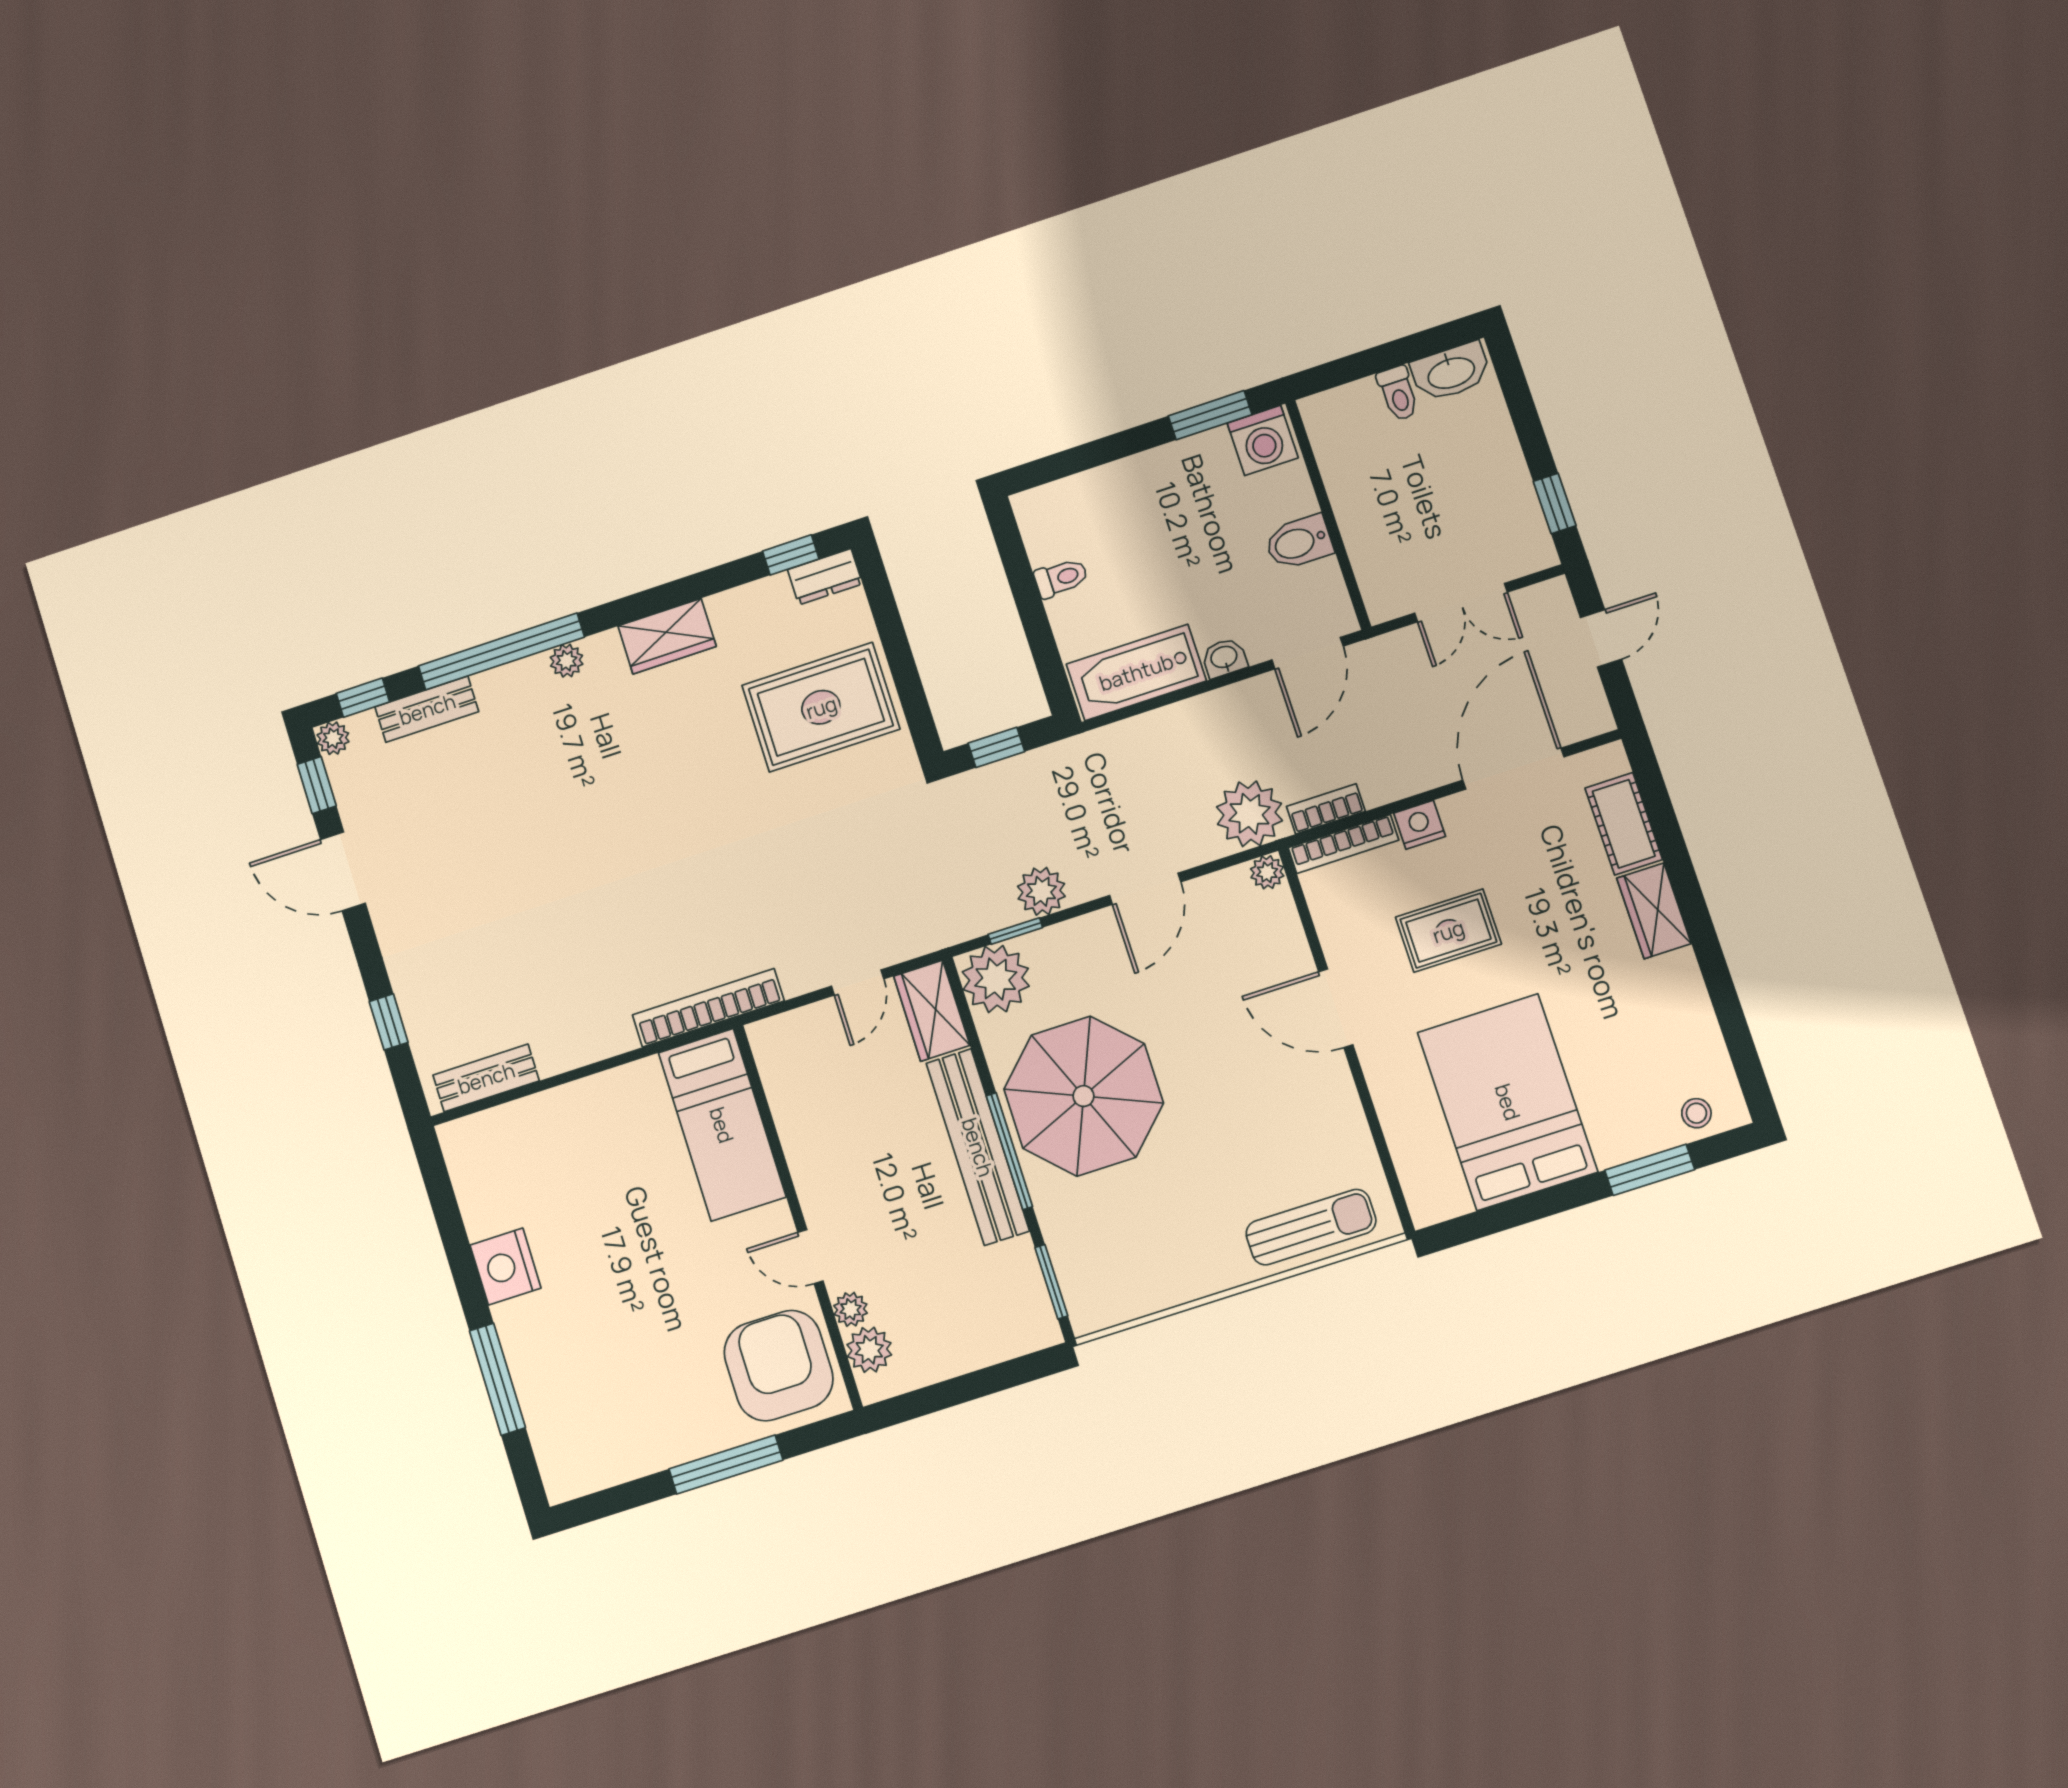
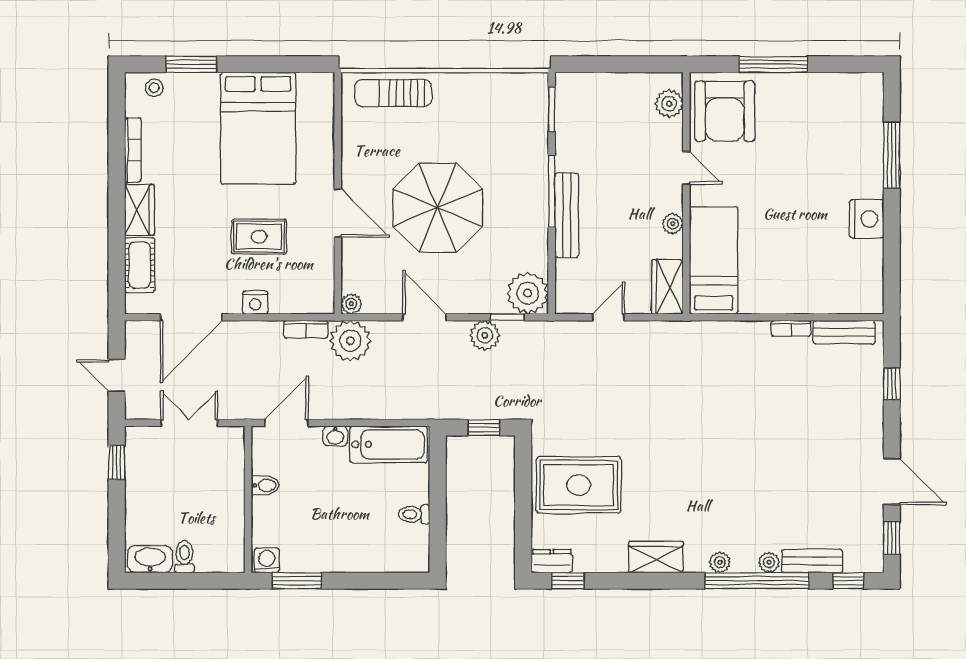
washing machine: (1263, 440) -> (267, 560), width x0.73, depth x0.73
bidet: (1299, 542) -> (265, 485), width x0.72, depth x0.74
door: (1601, 638) -> (117, 376), hinge flipped
plant: (333, 738) -> (769, 562), moved
bookcase: (1343, 844) -> (133, 150), moved, turned 90
door: (1145, 889) -> (424, 317), hinge flipped
bookcase: (708, 1008) -> (791, 328), moved, width x0.43, depth x0.76
wardrobe: (932, 1011) -> (667, 287), moved, turned 180
parasol: (1084, 1096) -> (438, 208), moved
bench: (978, 1147) -> (567, 215), width x0.73, depth x0.82
plant: (851, 1309) -> (673, 224), moved

